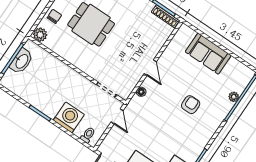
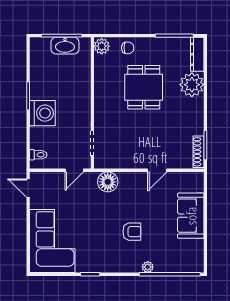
door: (150, 68) -> (157, 170), moved
floor lamp: (141, 92) -> (108, 182), width x1.89, depth x1.89
plant: (234, 97) -> (148, 267), moved
washing machine: (69, 117) -> (42, 113), moved

